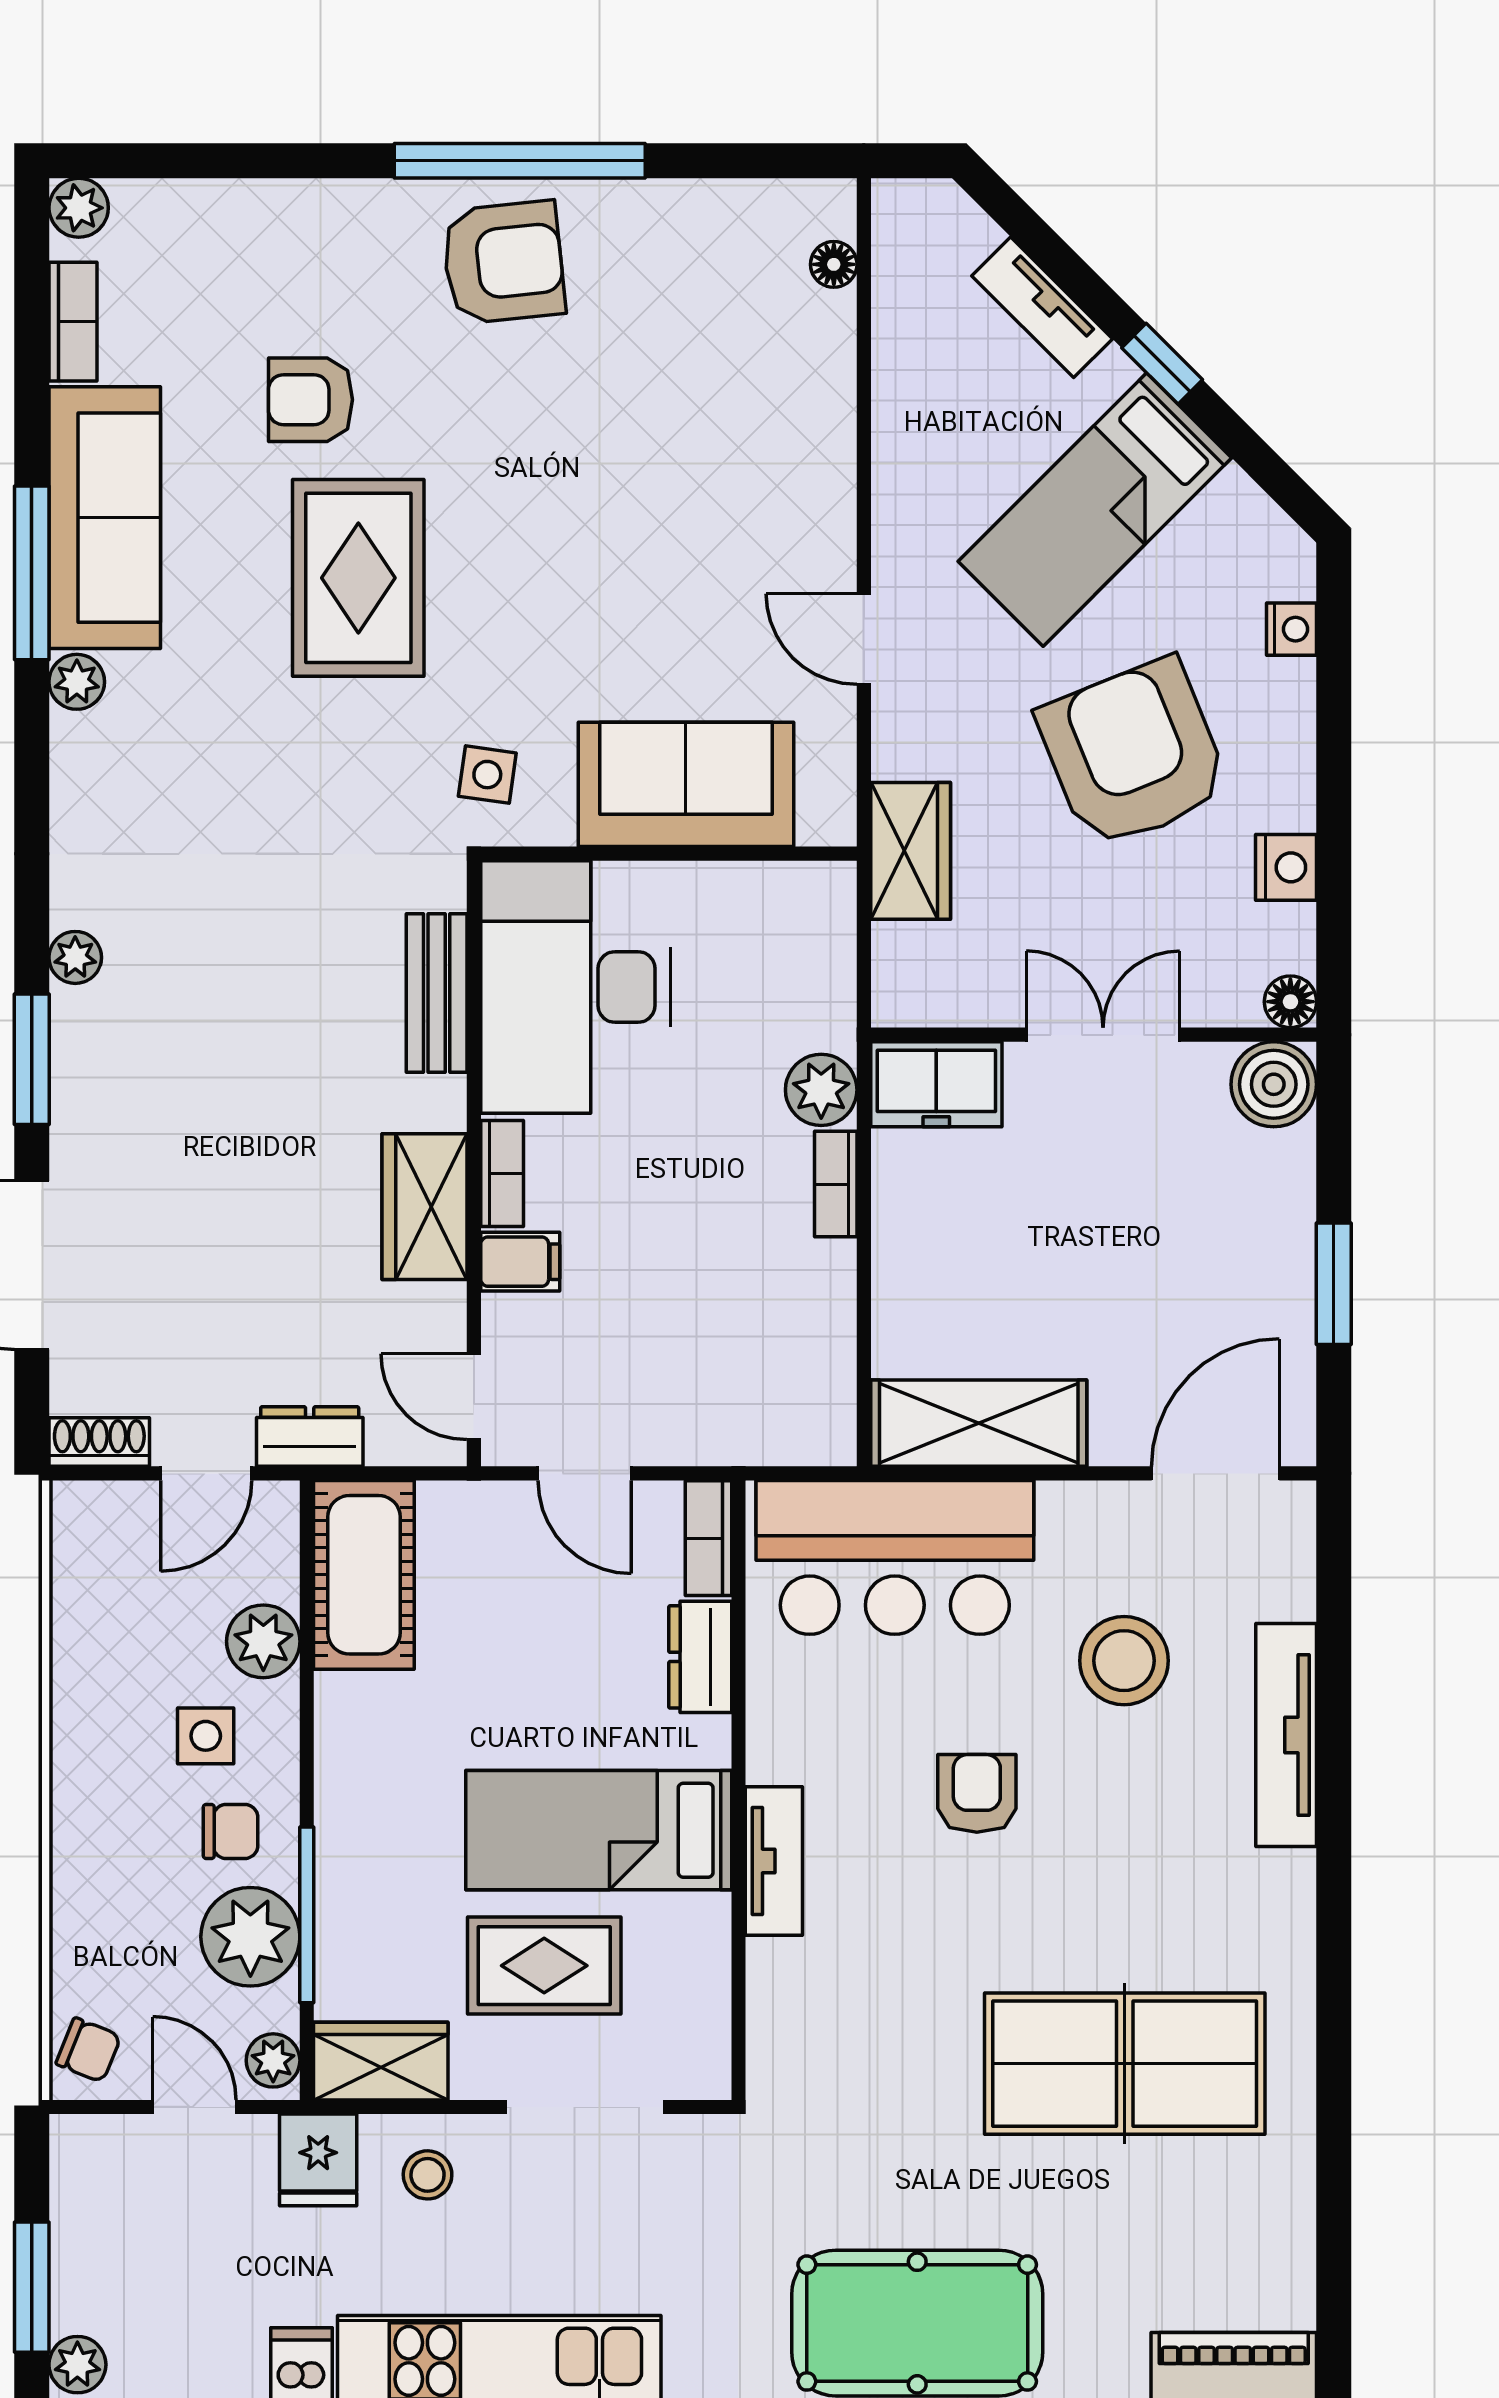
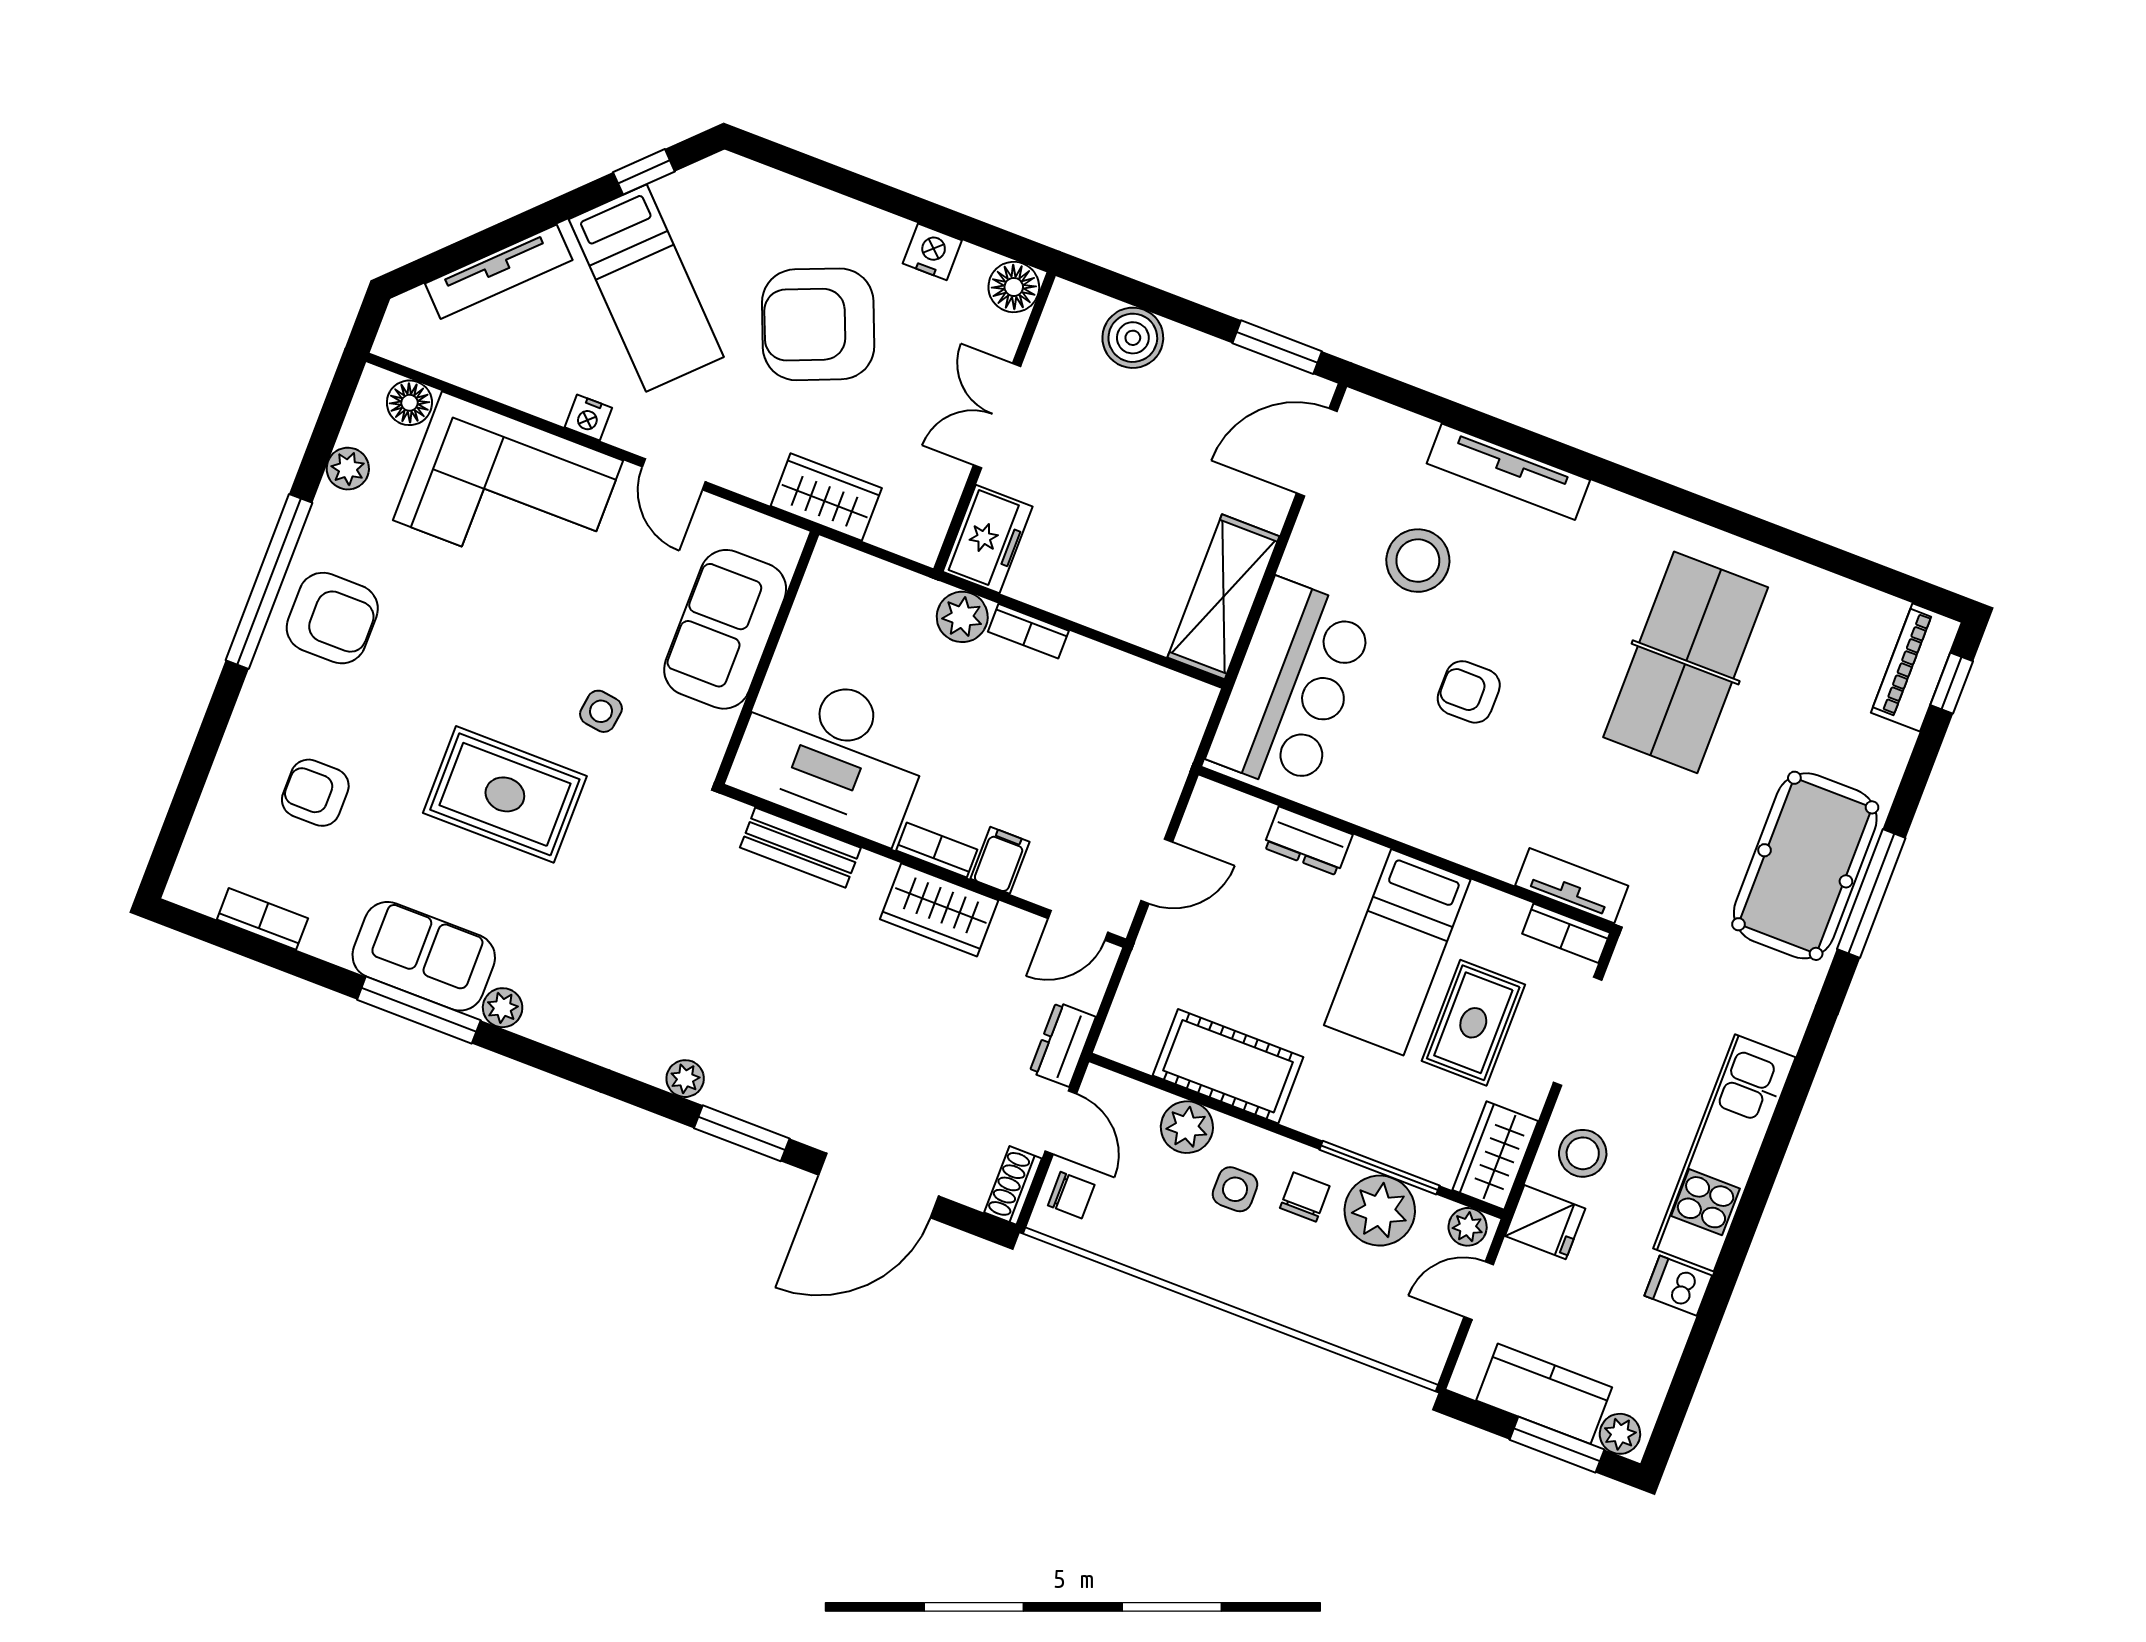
plant: (79, 208) -> (348, 469), moved
armchair: (503, 262) -> (332, 618), turned 96
floor lamp: (834, 264) -> (409, 403), width x1.37, depth x1.37
tv unit: (1042, 307) -> (499, 272), width x1.41
window: (1162, 364) -> (644, 172), moved
armchair: (310, 400) -> (315, 793), moved, turned 90
corner sofa: (760, 429) -> (508, 490), added
sofa: (105, 518) -> (424, 956), width x0.73
nightstand: (1291, 629) -> (588, 417), moved, turned 180
door: (864, 639) -> (674, 474), hinge flipped
side table: (487, 775) -> (601, 711), moved
floor lamp: (1290, 1002) -> (1014, 287), width x1.37, depth x1.37
boiler: (1274, 1084) -> (1133, 338), moved
window: (1334, 1284) -> (1277, 347), moved
door: (1216, 1473) -> (1317, 452), hinge flipped
bookcase: (709, 1538) -> (1566, 933), moved
cot: (364, 1575) -> (1228, 1066), moved
tv unit: (774, 1861) -> (1572, 886), moved
chair: (88, 2050) -> (1071, 1195), moved, turned 68
stool: (428, 2175) -> (1583, 1153), width x1.37, depth x1.37
kitchen counter: (92, 2245) -> (1544, 1394), added

